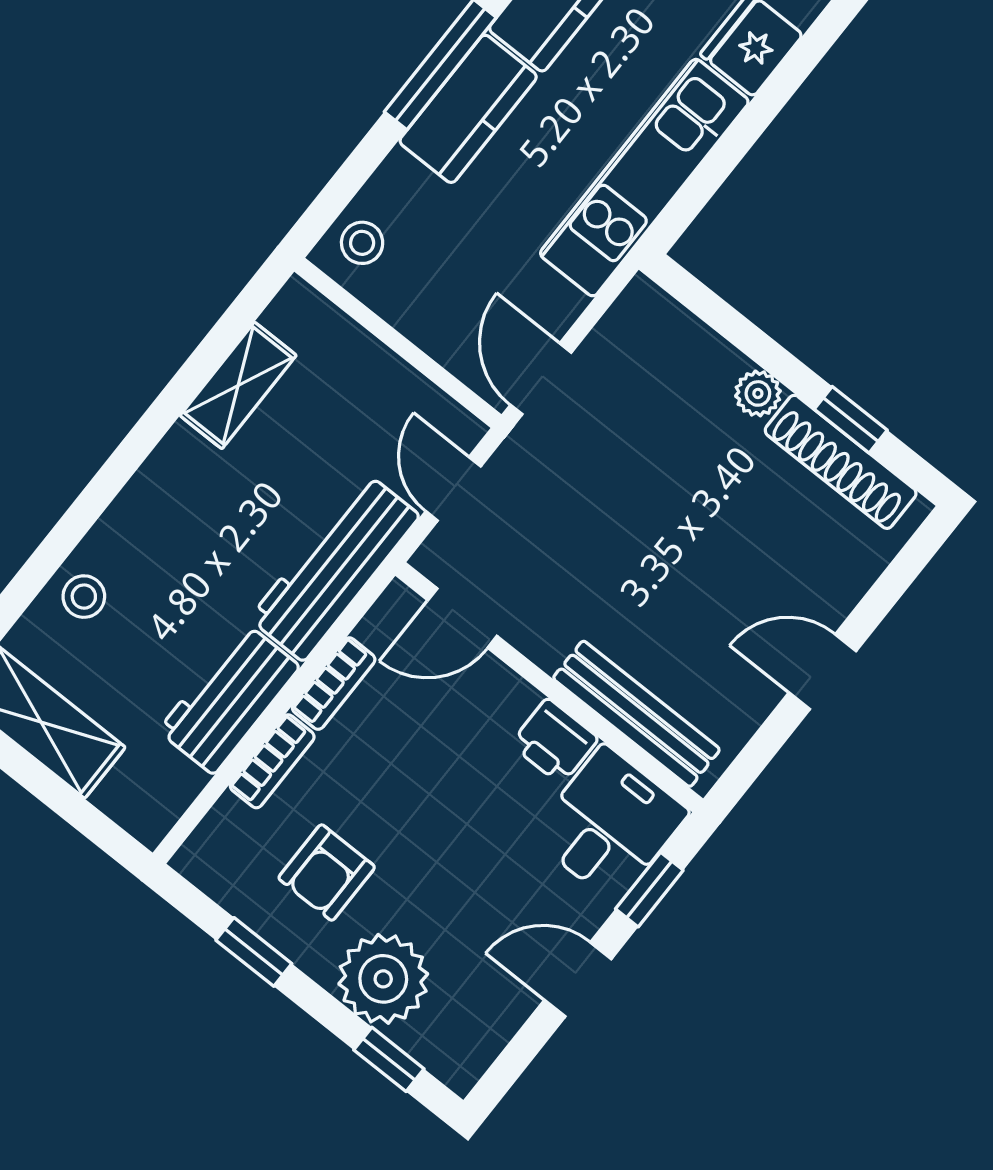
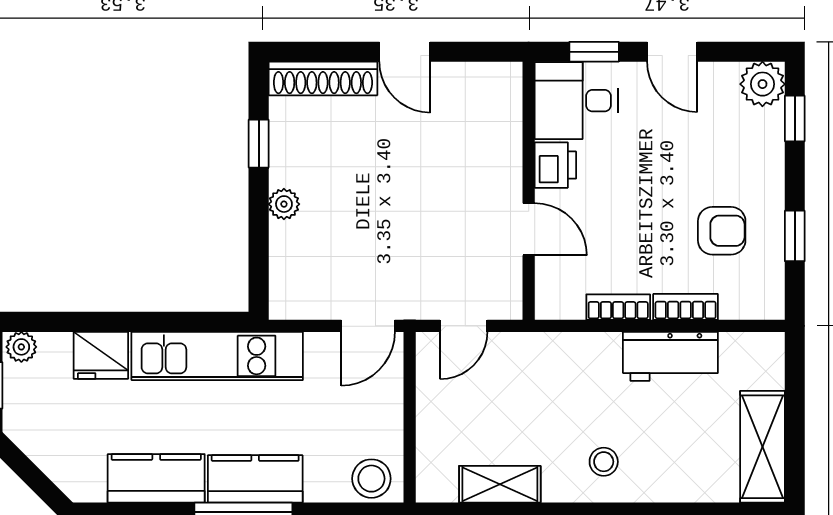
stool: (362, 243) -> (371, 479), width x1.37, depth x1.37
shoe rack: (841, 462) -> (323, 78), moved, turned 90
workbench: (335, 567) -> (556, 356), removed
stool: (84, 597) -> (604, 462), moved
door: (462, 618) -> (529, 229), moved
bench: (636, 714) -> (506, 133), removed
plant: (383, 979) -> (762, 84), moved, width x0.73, depth x0.73

